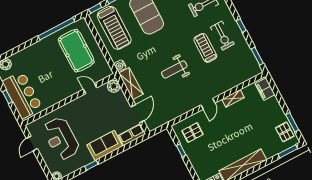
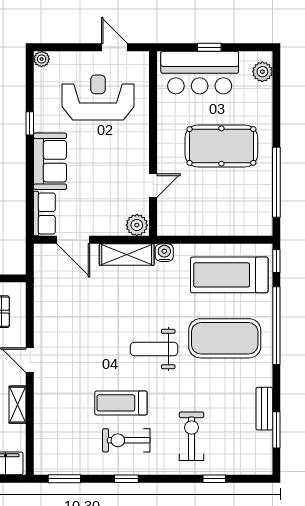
treadmill: (205, 48) -> (121, 403), turned 180
pool table: (76, 51) -> (221, 146), moved
weight bench: (174, 70) -> (154, 349), moved, turned -90

